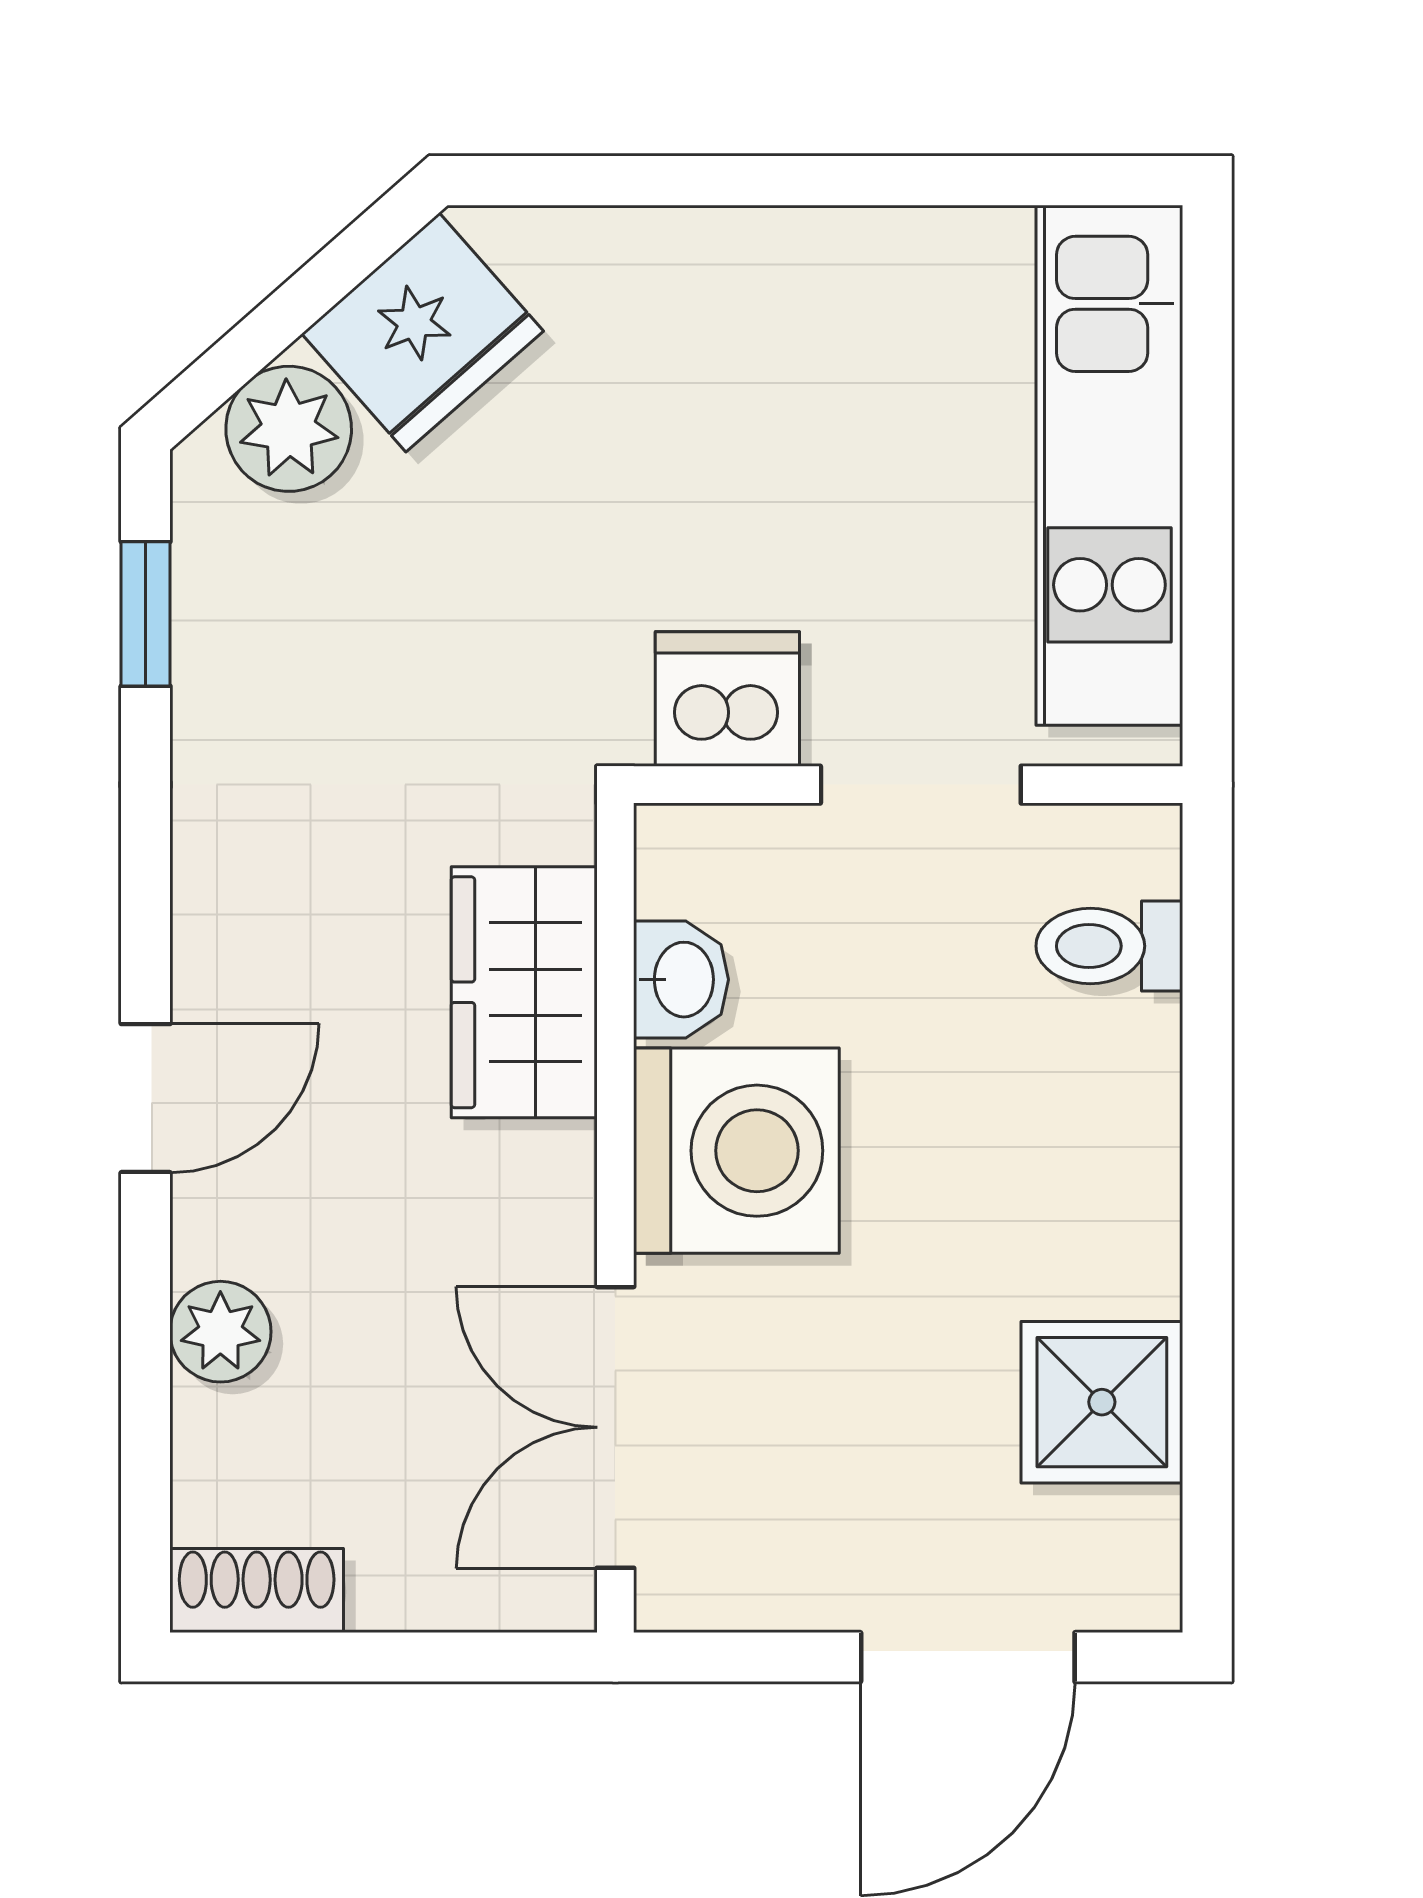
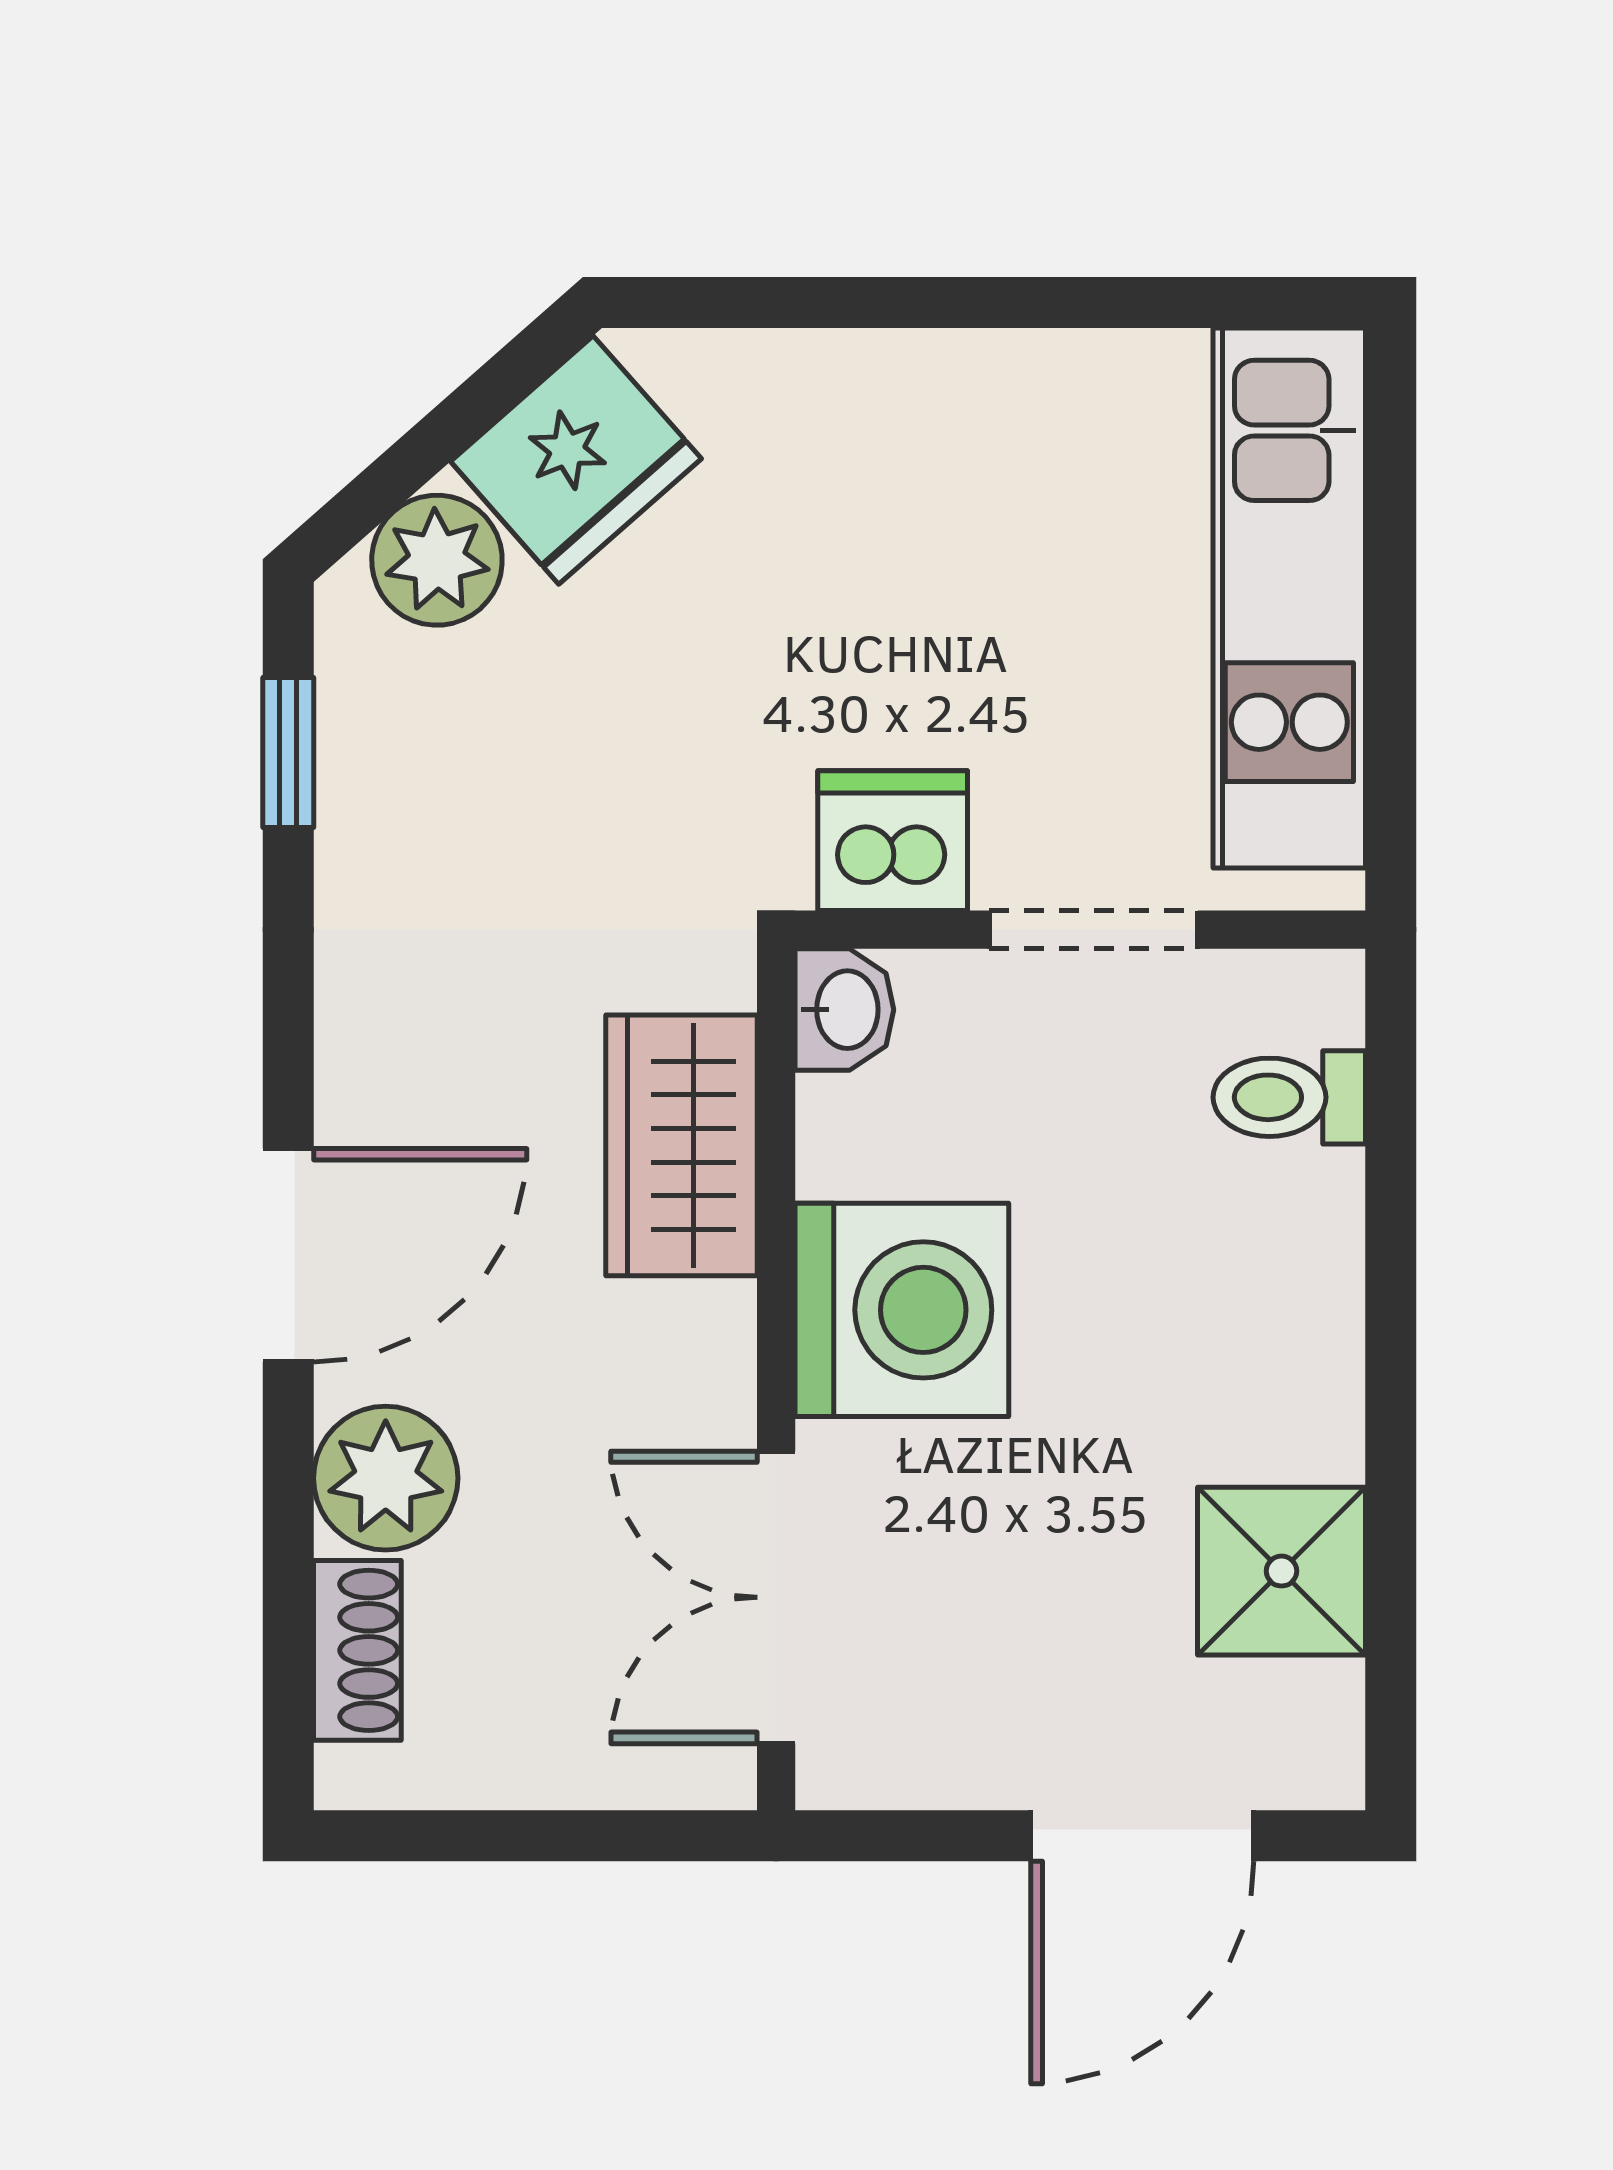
washbasin: (681, 980) -> (844, 1010), moved
door: (146, 1098) -> (288, 1255), width x1.38
plant: (220, 1332) -> (386, 1478), width x1.38, depth x1.38
shoe rack: (257, 1591) -> (357, 1650), moved, turned 90

